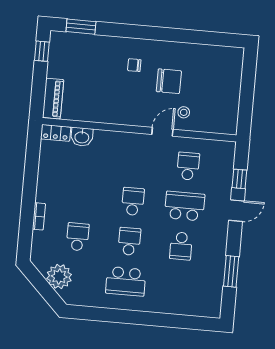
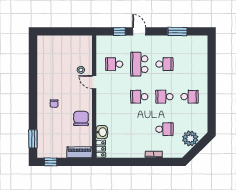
chair: (169, 81) -> (81, 118), moved
school desk: (78, 237) -> (164, 129), turned 180
school desk: (126, 281) -> (190, 97), width x0.54

